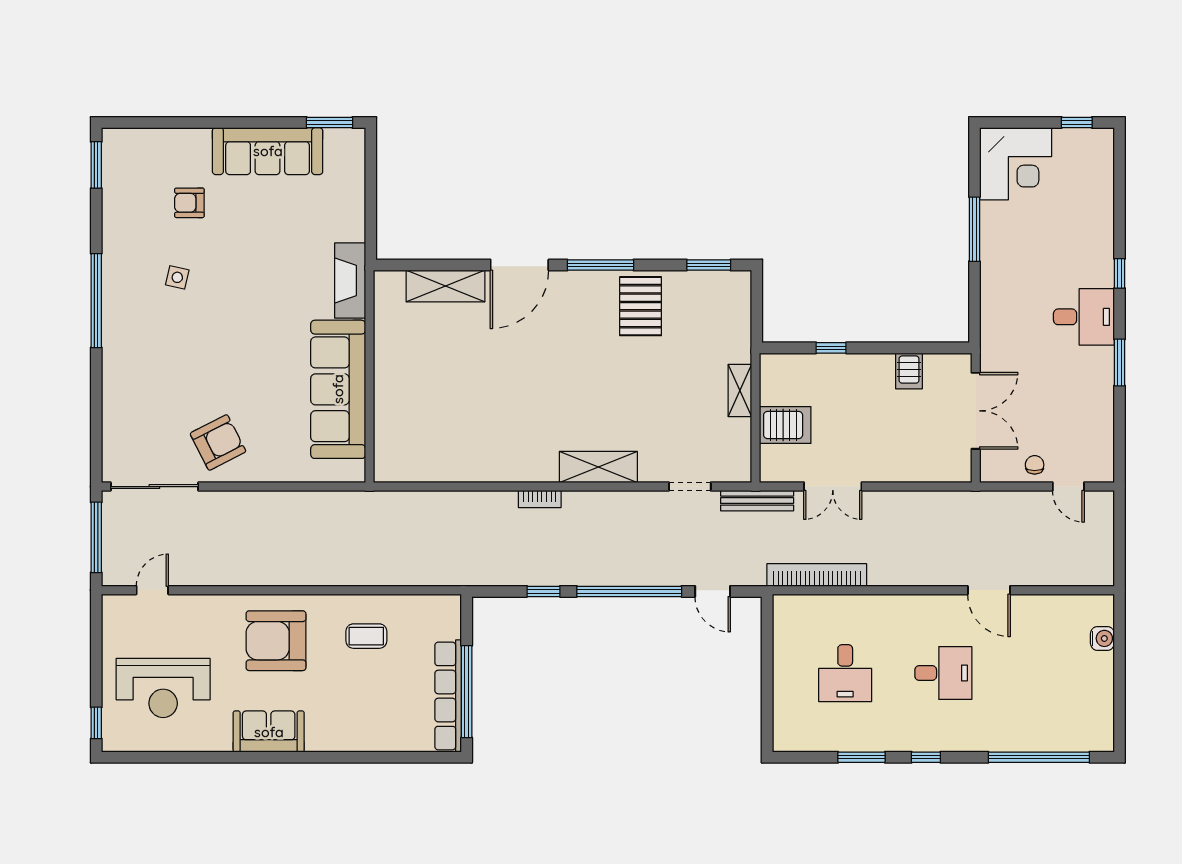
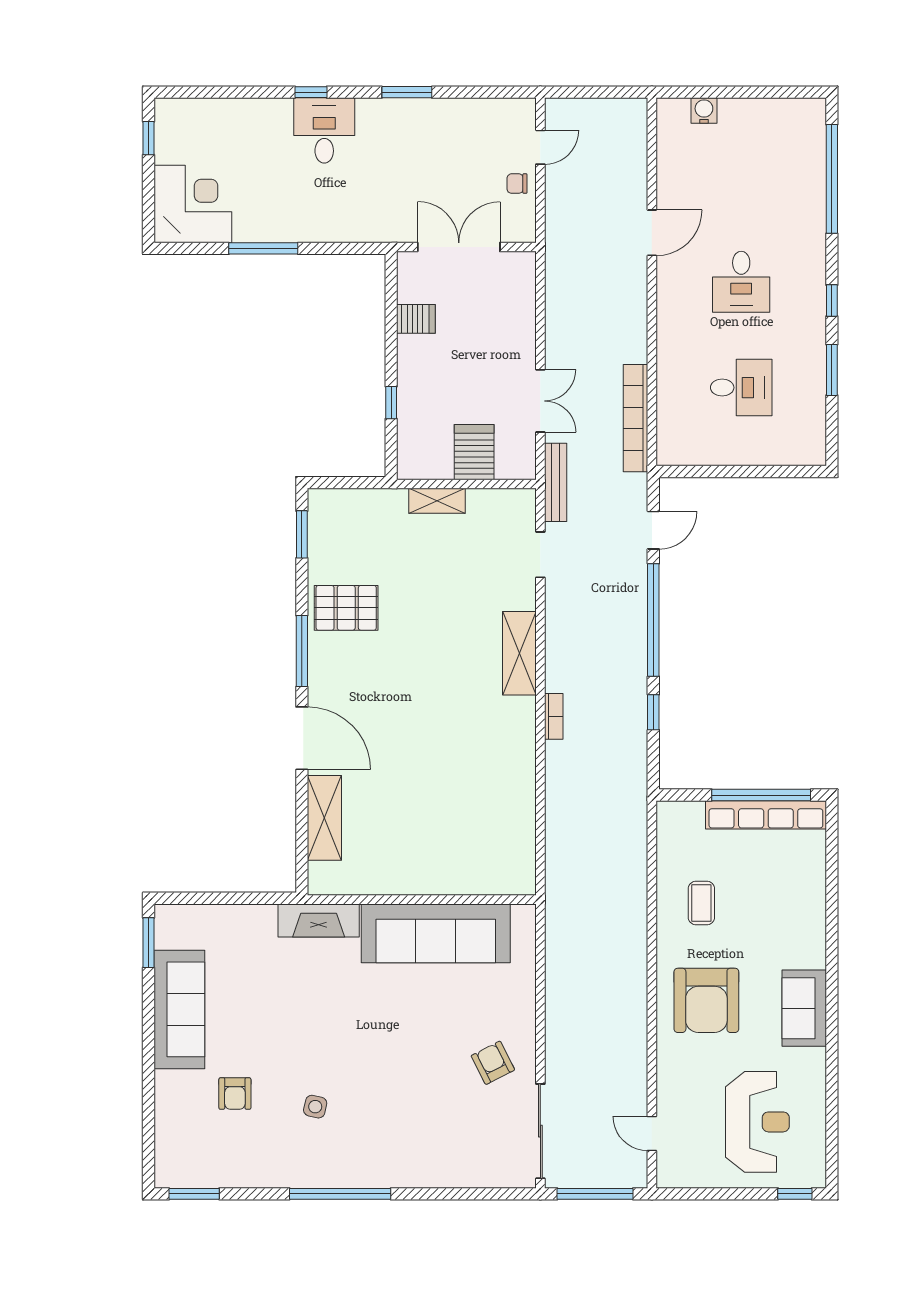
desk: (1084, 317) -> (324, 130), moved
armchair: (218, 442) -> (493, 1063), width x0.72, depth x0.72
desk: (943, 673) -> (741, 282), turned 180

